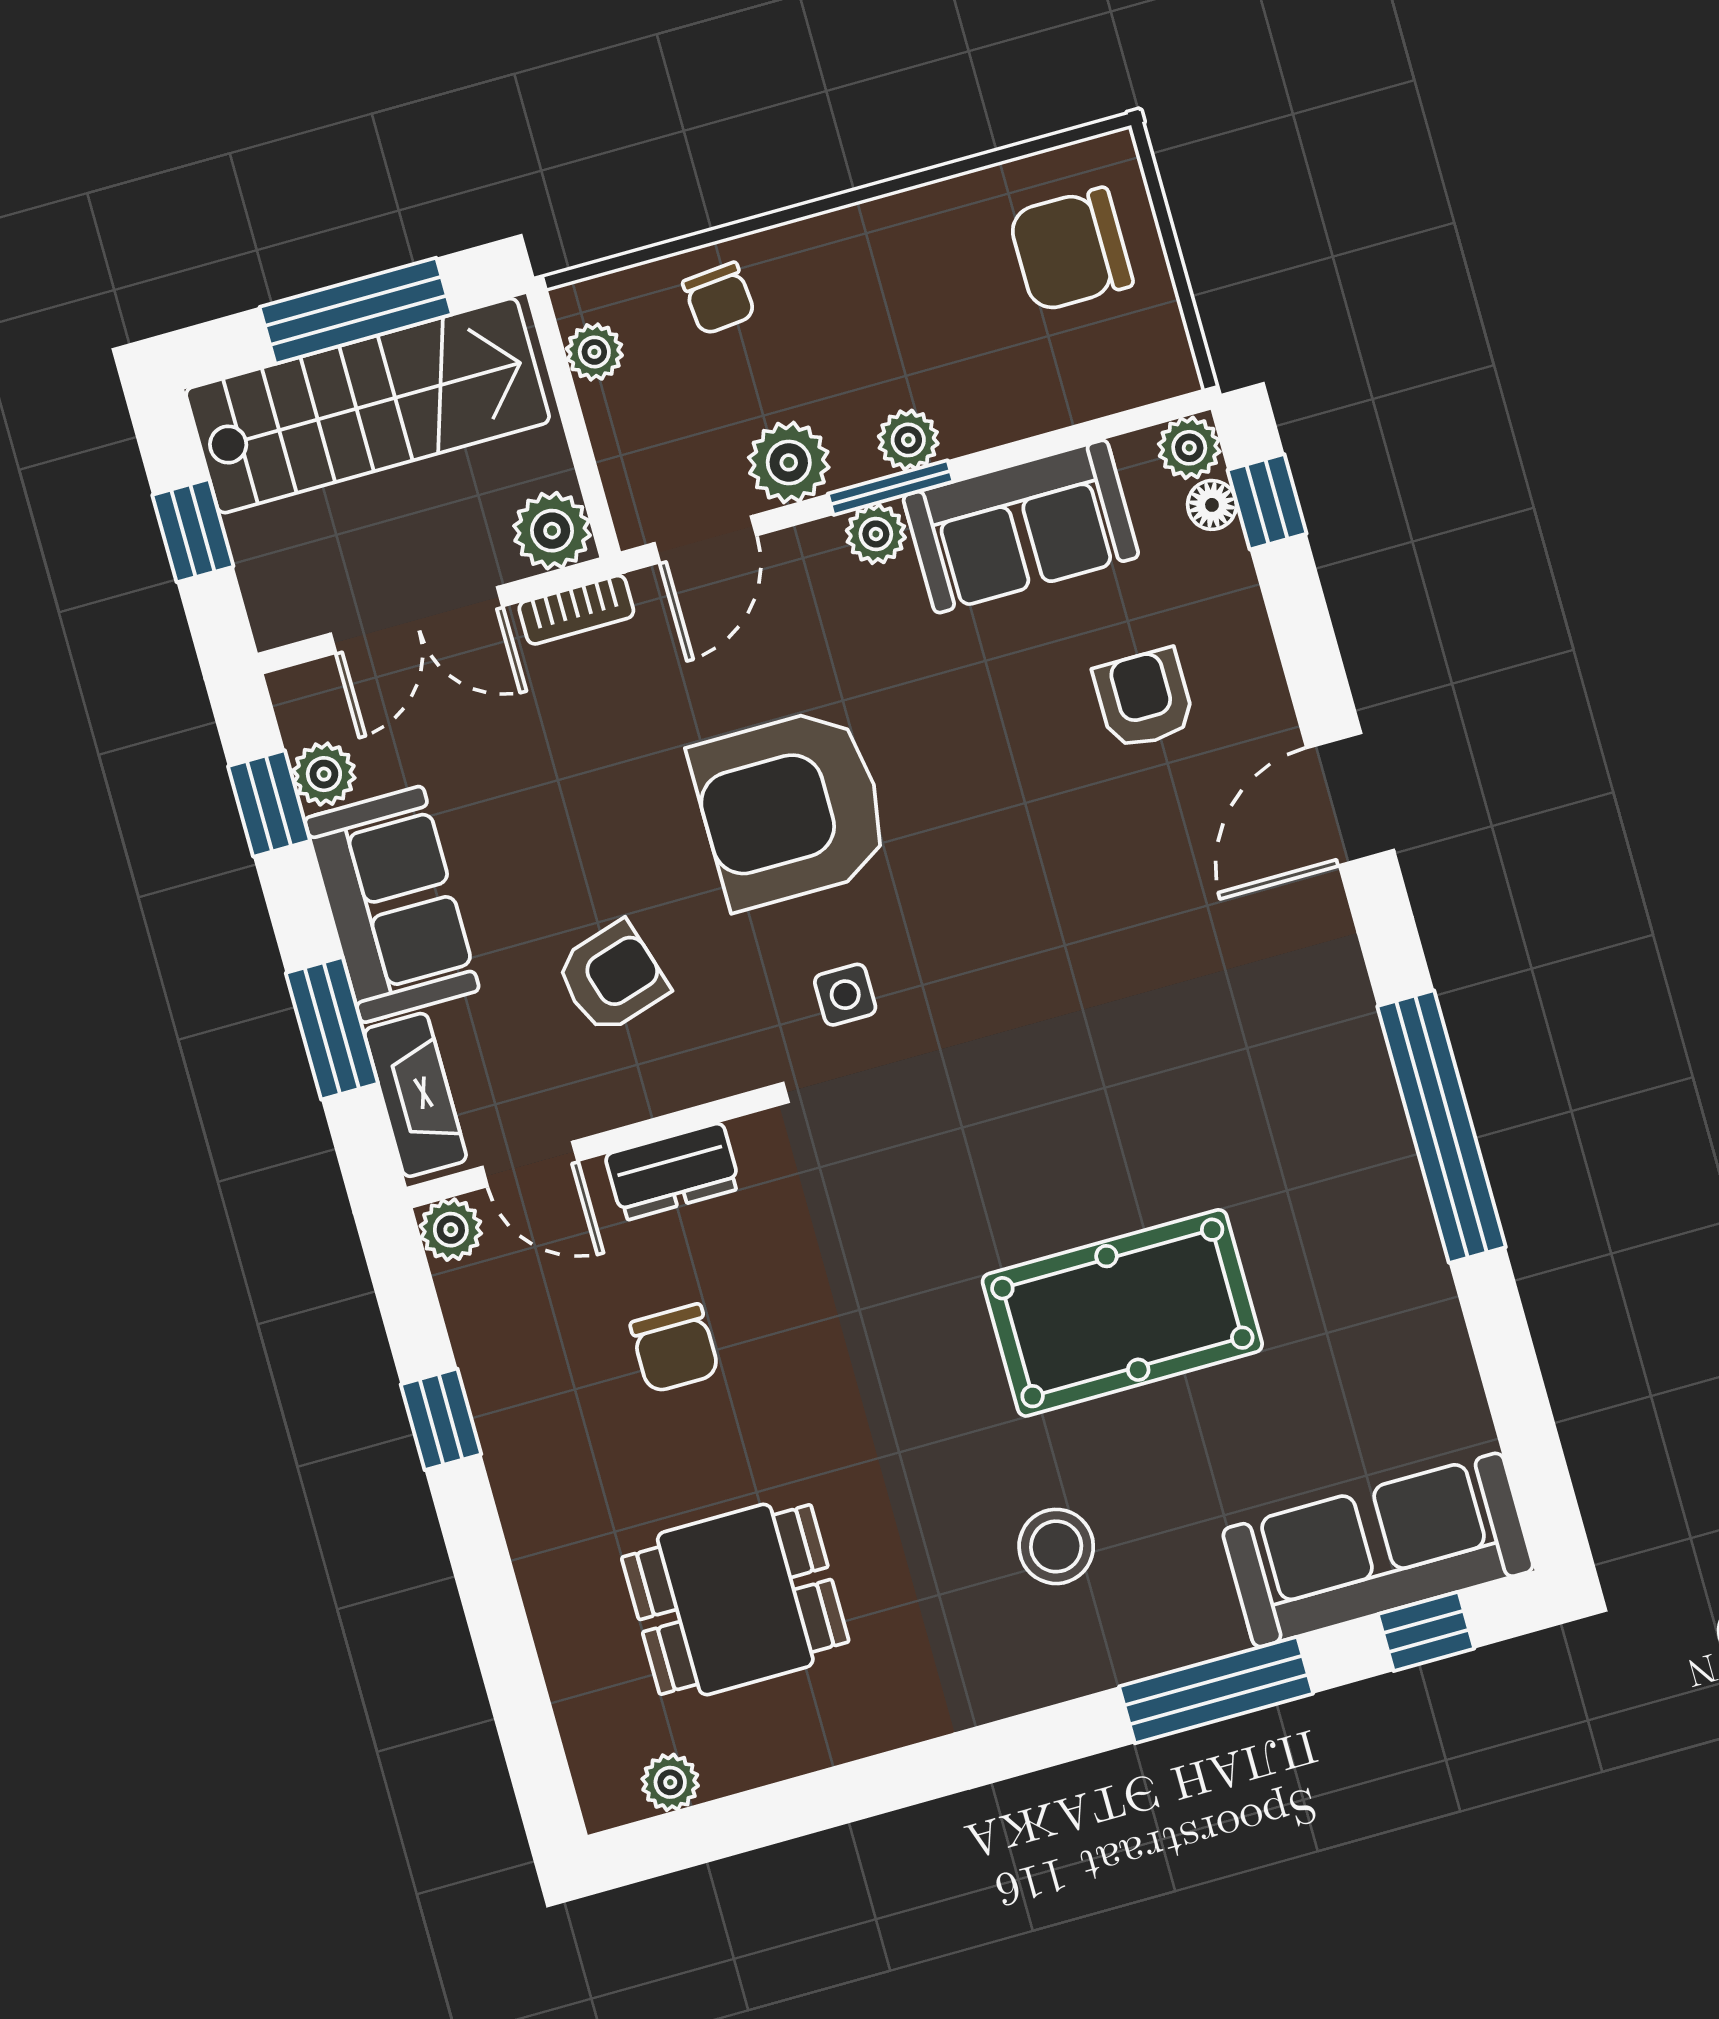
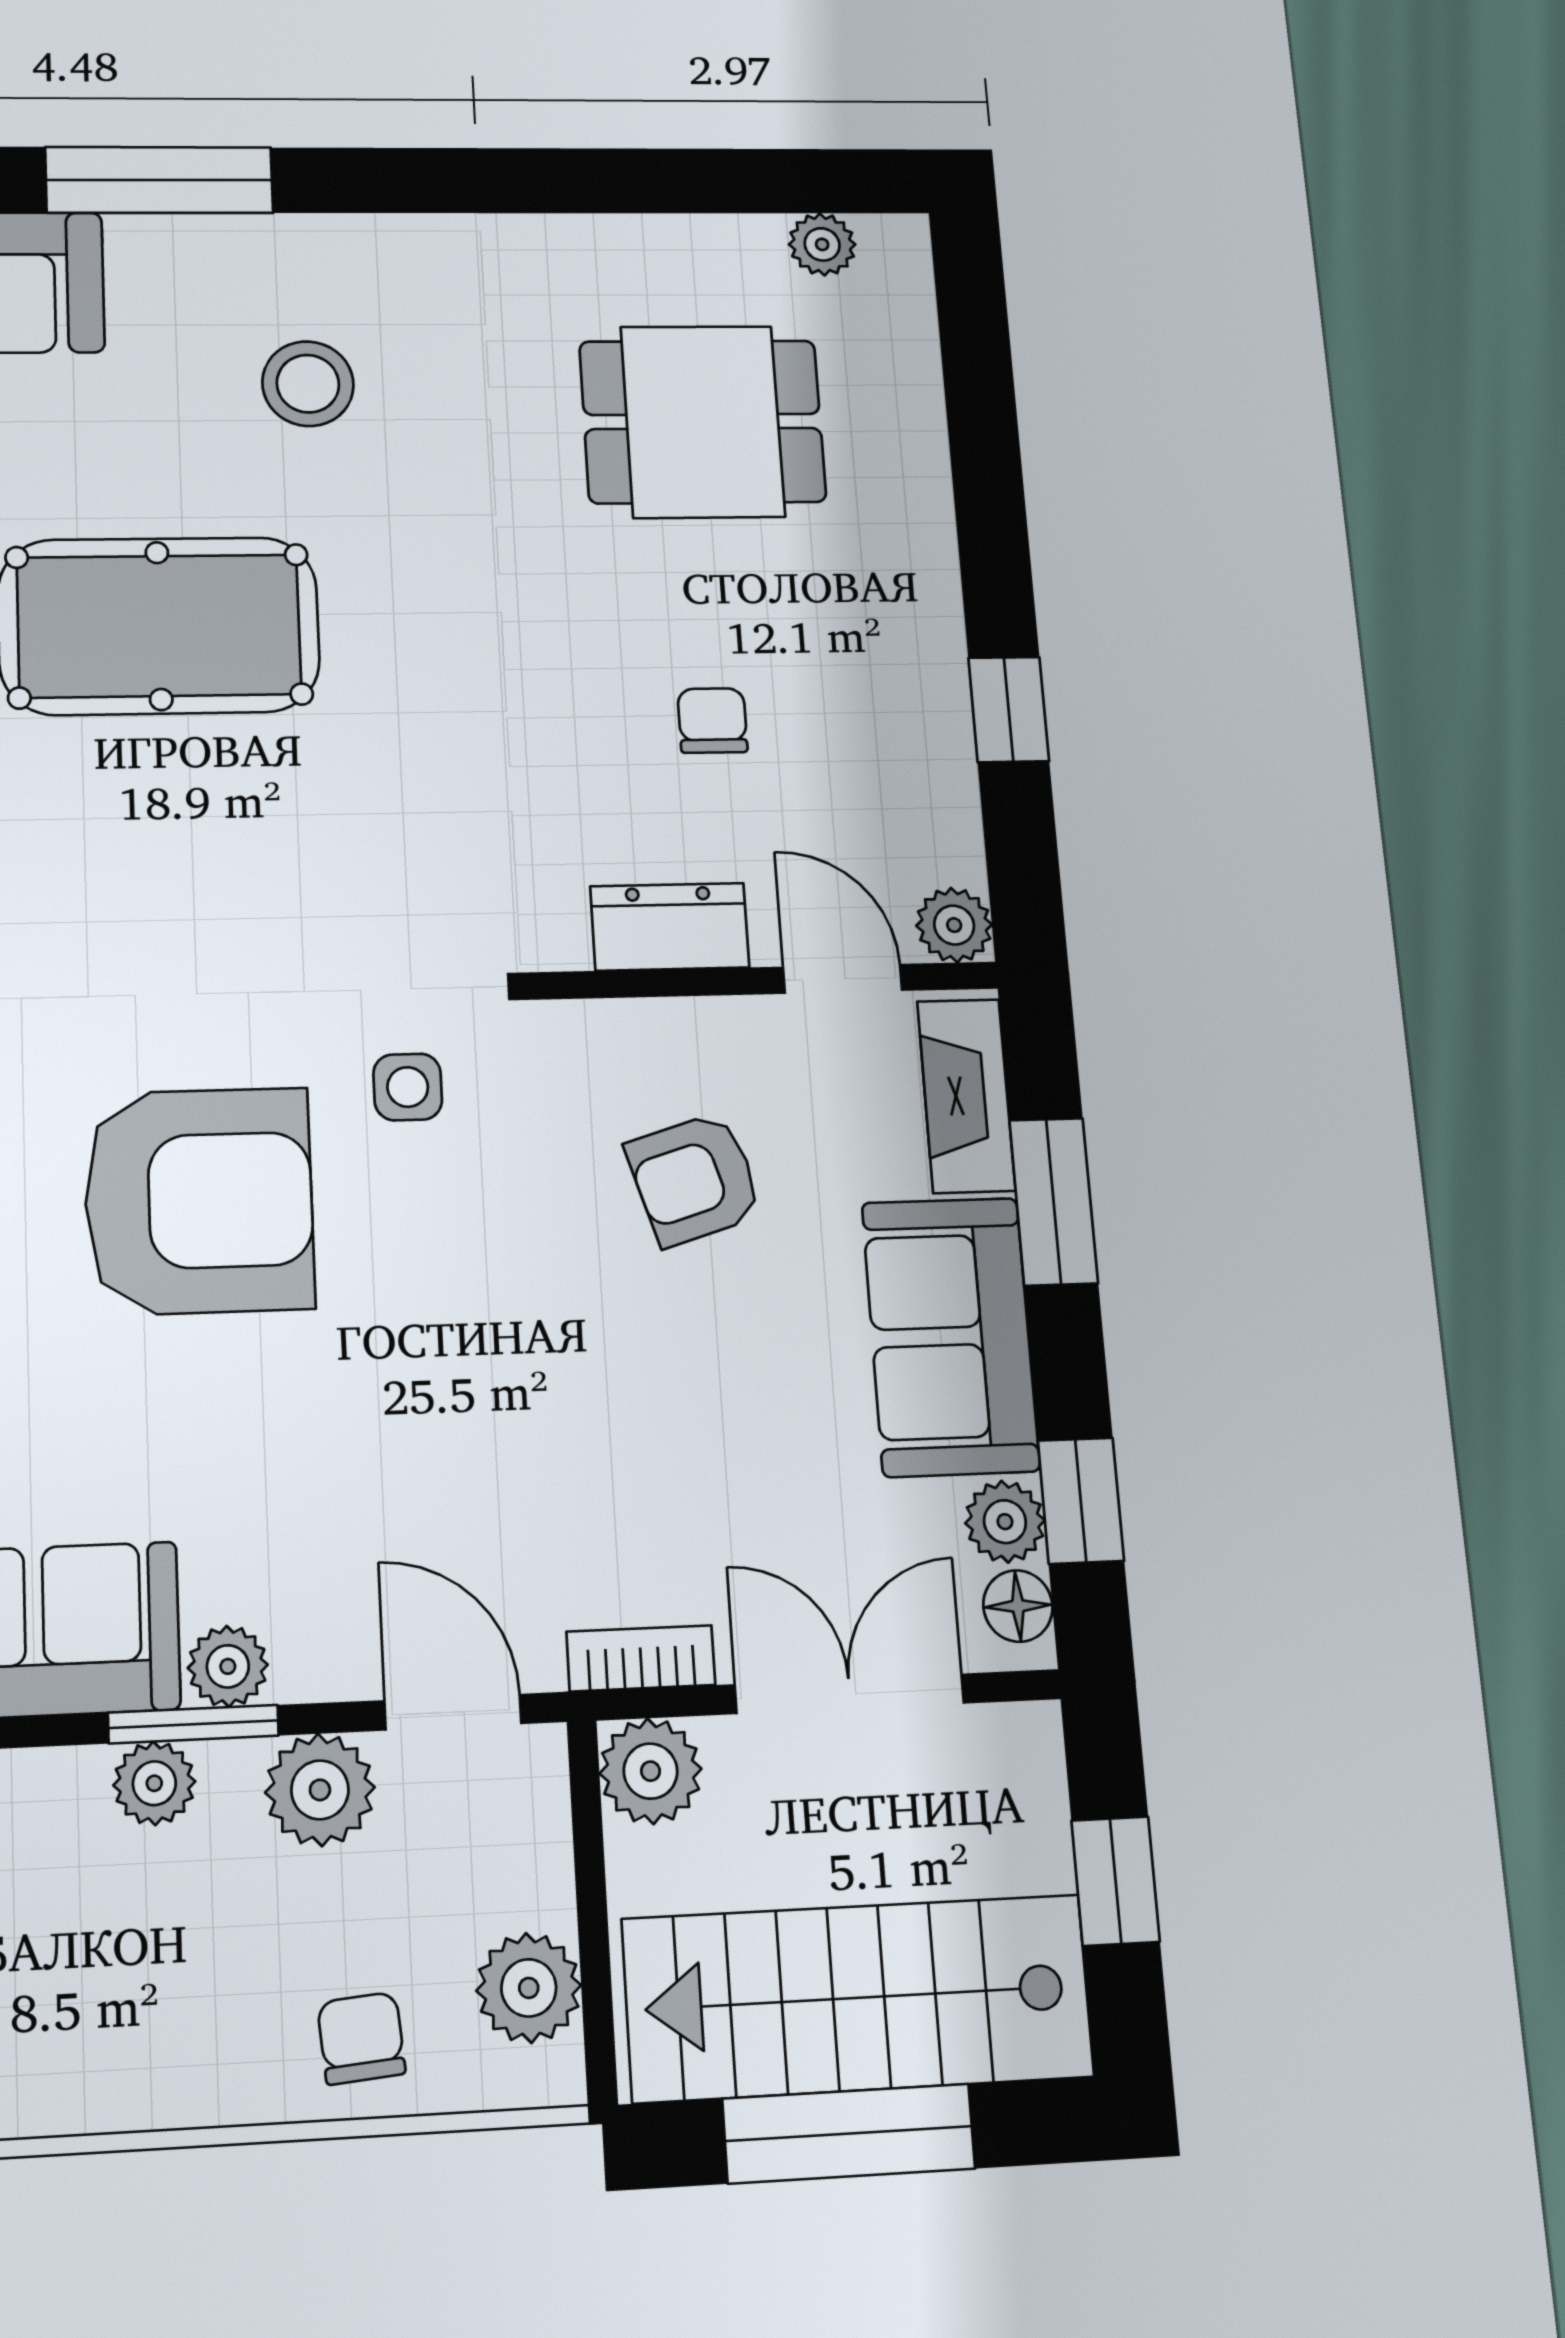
plant: (594, 352) -> (529, 1988), width x1.38, depth x1.38
door: (705, 539) -> (453, 1712), hinge flipped
floor lamp: (303, 714) -> (1018, 1606), added
armchair: (791, 808) -> (199, 1201), moved
chair: (675, 1348) -> (712, 720), width x0.73, depth x0.73

